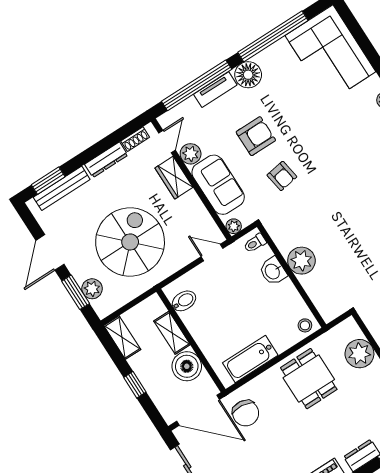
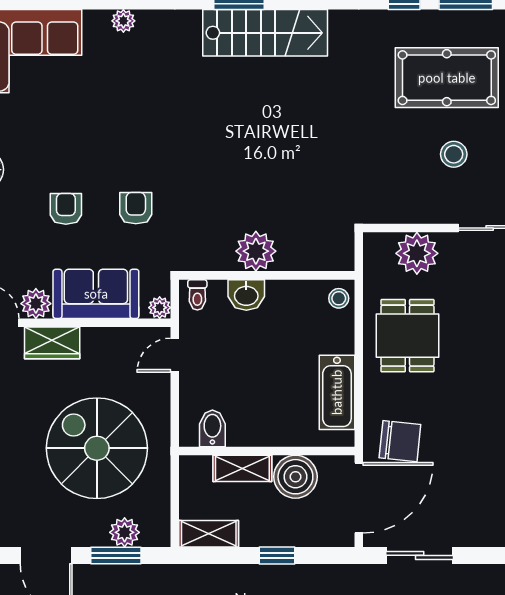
armchair: (256, 136) -> (66, 209), width x0.72, depth x0.72
armchair: (282, 176) -> (136, 208), turned -81
dining table: (309, 379) -> (407, 336), turned 90

